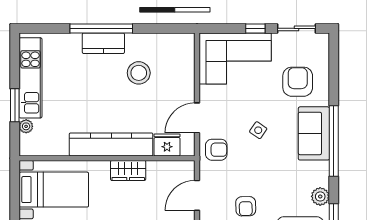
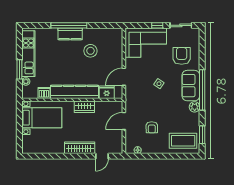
dishwasher: (58, 146) -> (44, 93), added
armchair: (216, 150) -> (135, 95), removed
plant: (320, 196) -> (195, 107), moved

